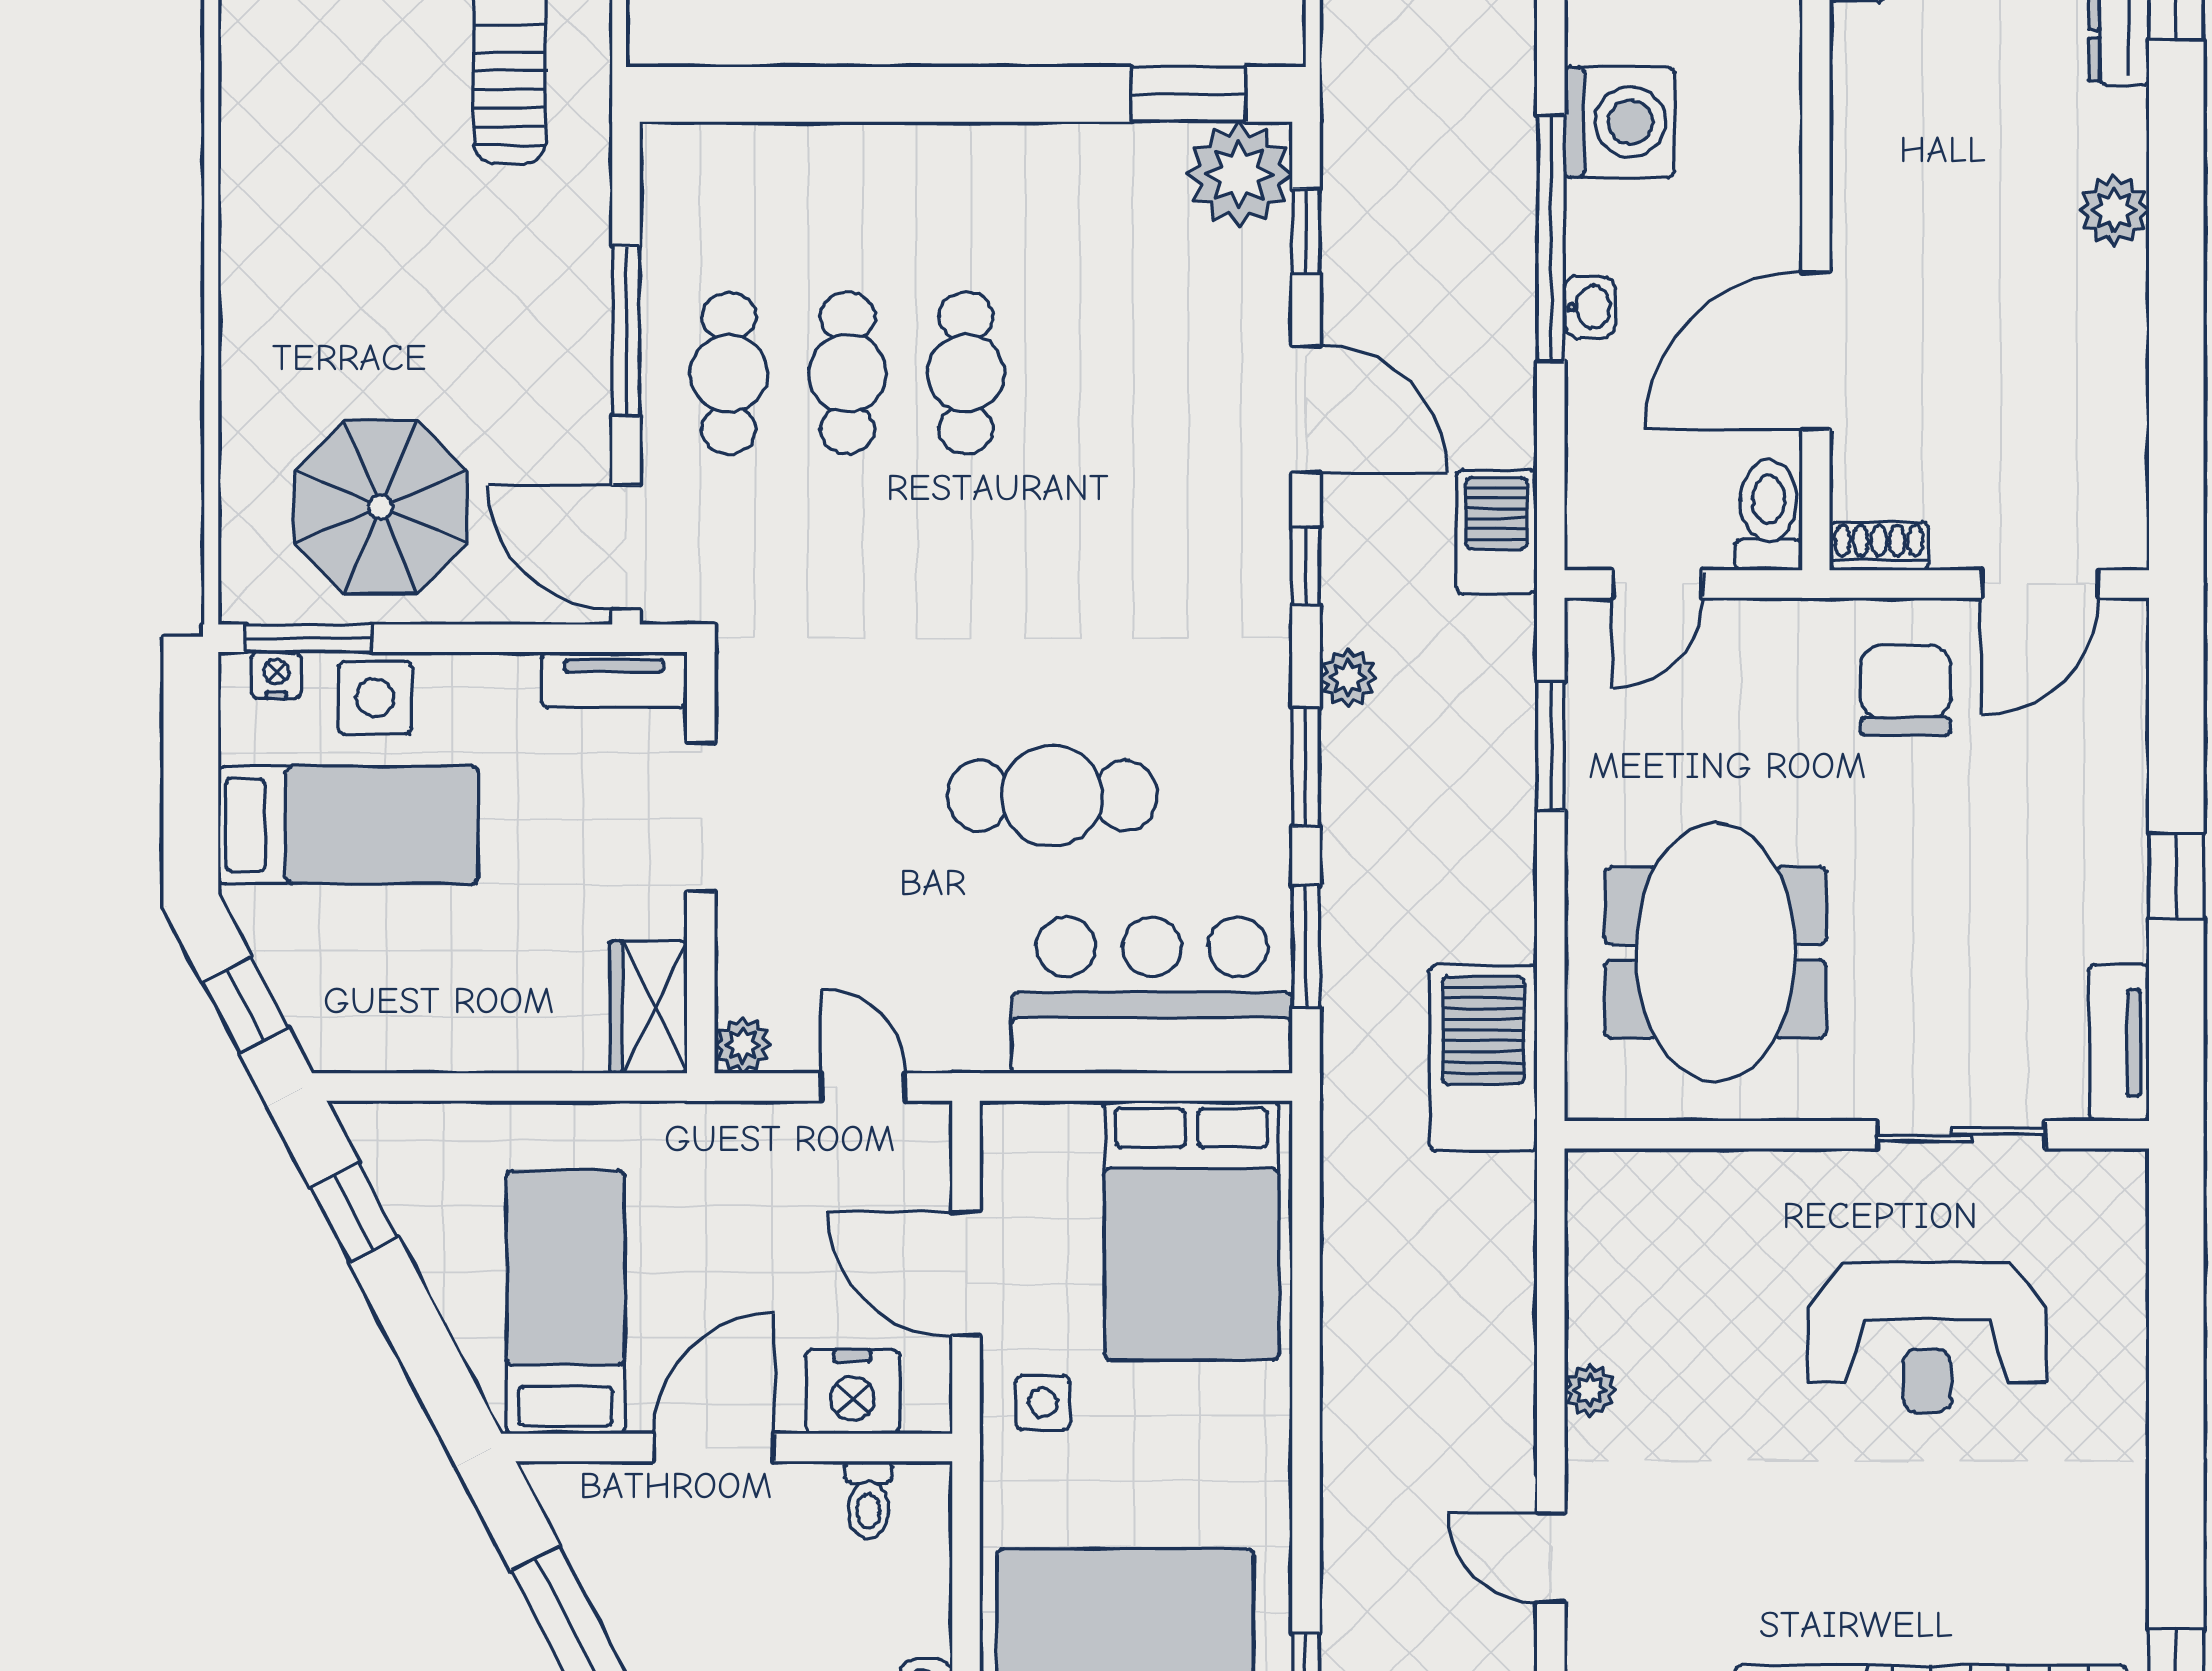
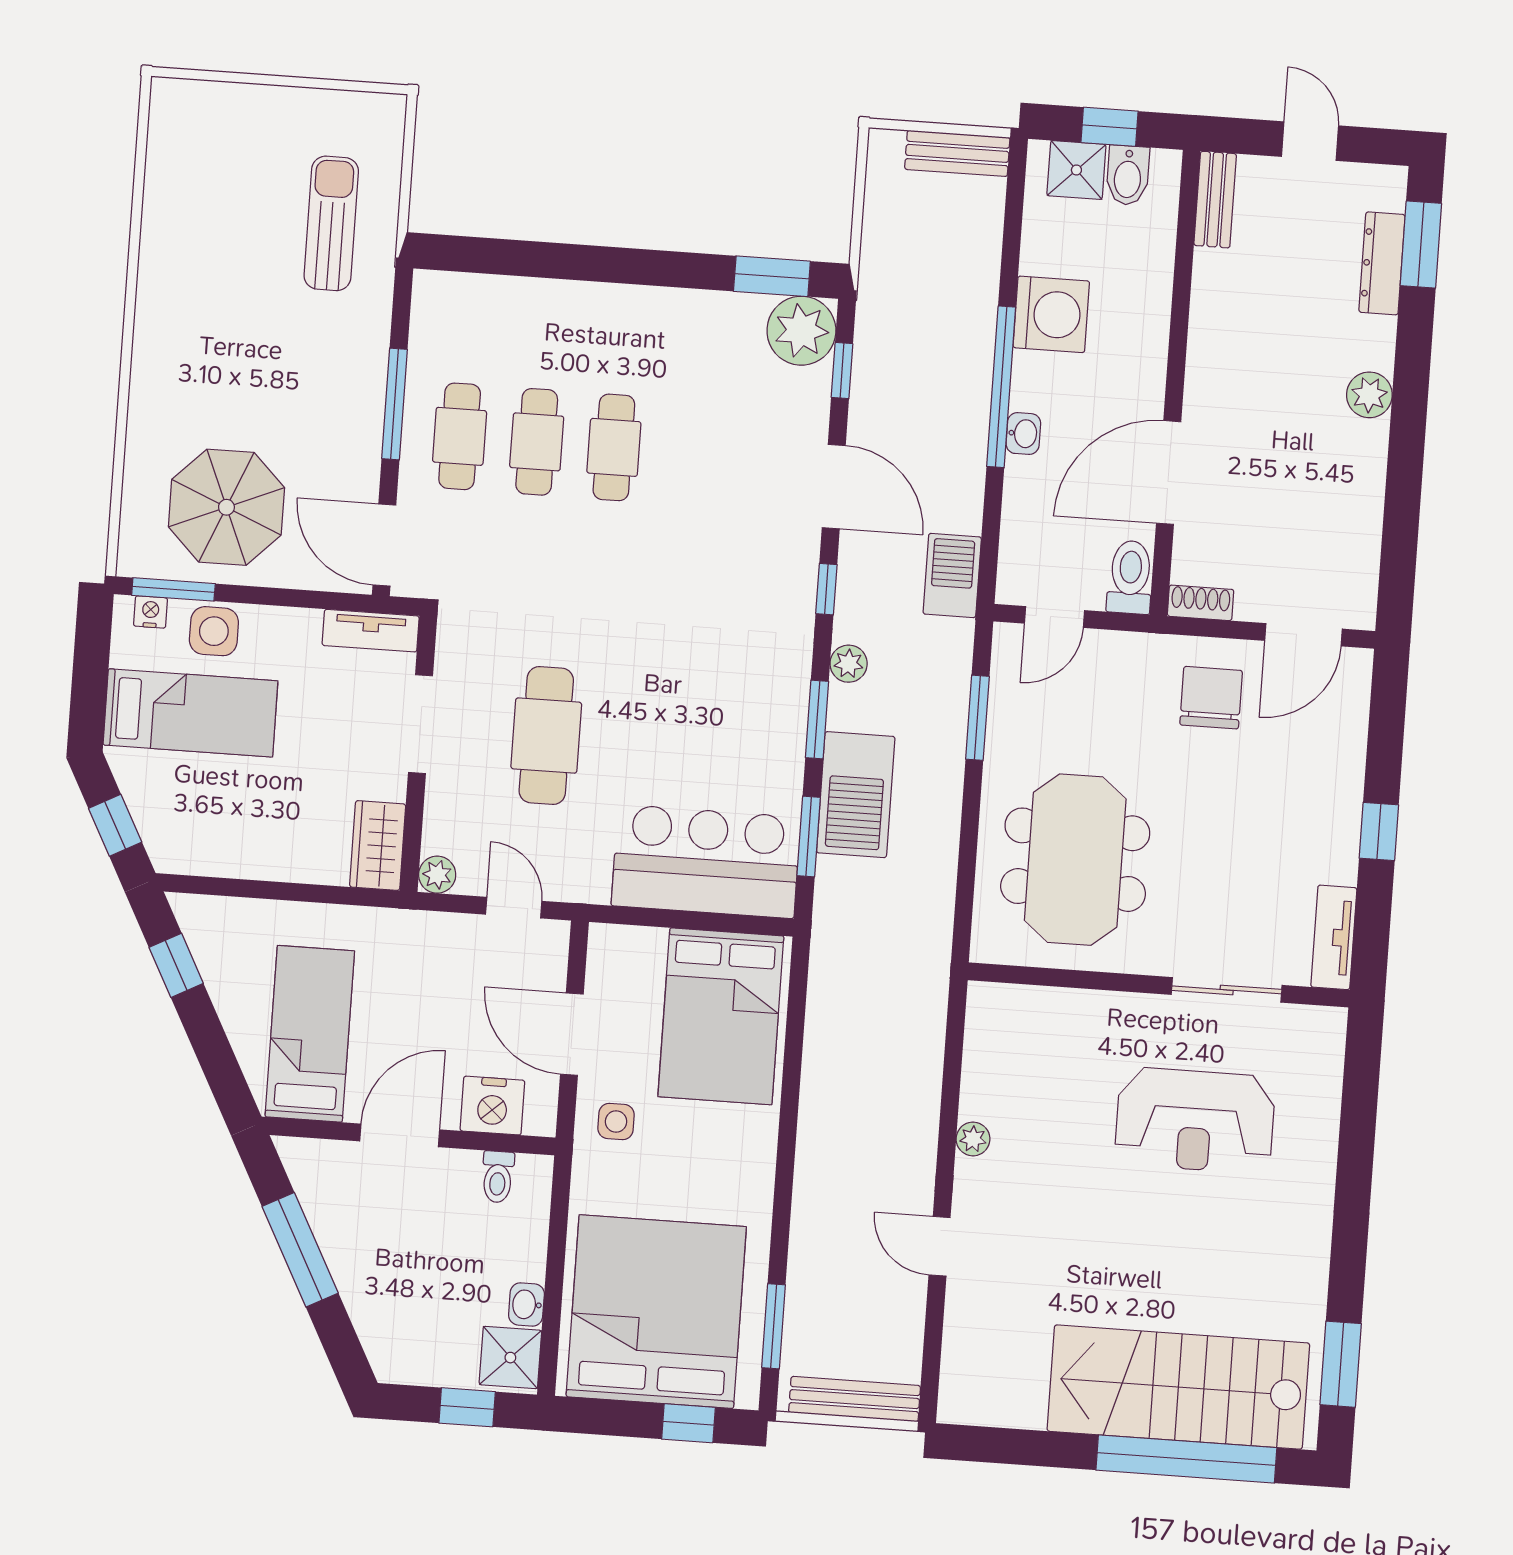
cafe table: (1052, 796) -> (546, 735), moved, turned 90
barbecue: (1483, 1058) -> (856, 795), moved, turned 180

